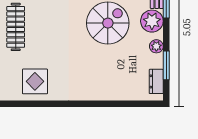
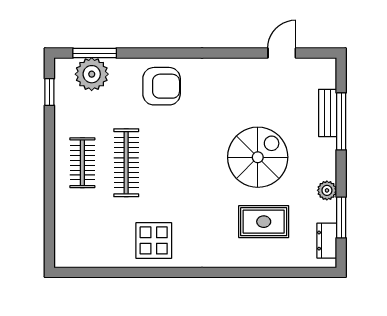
plant: (152, 21) -> (321, 154), removed
rug: (112, 68) -> (264, 222), added

